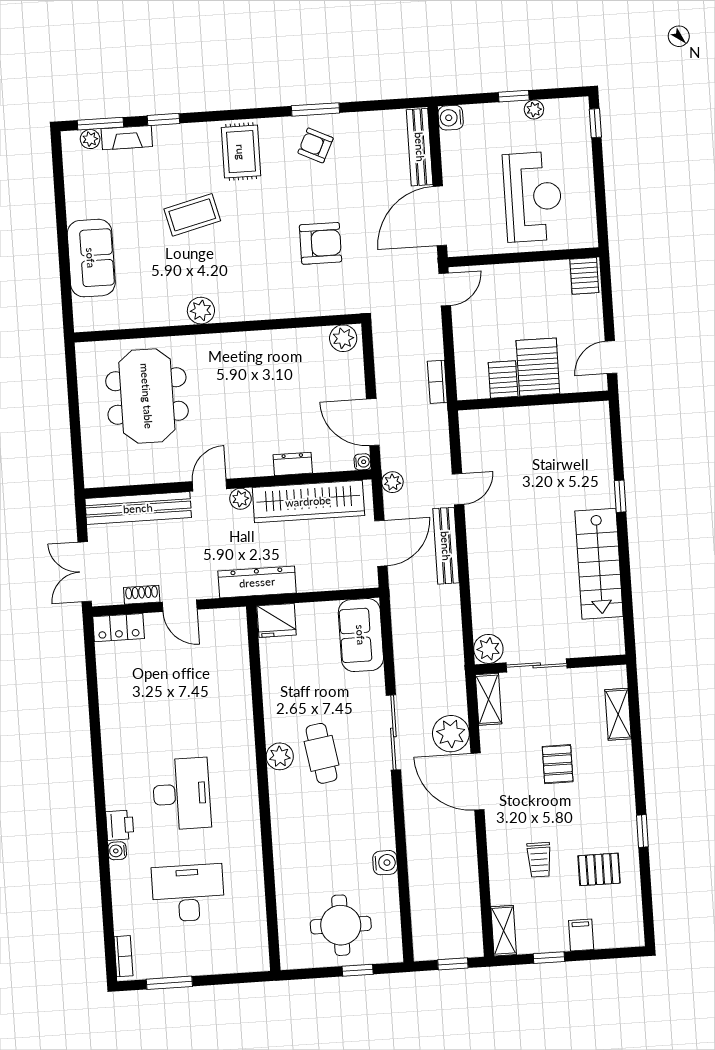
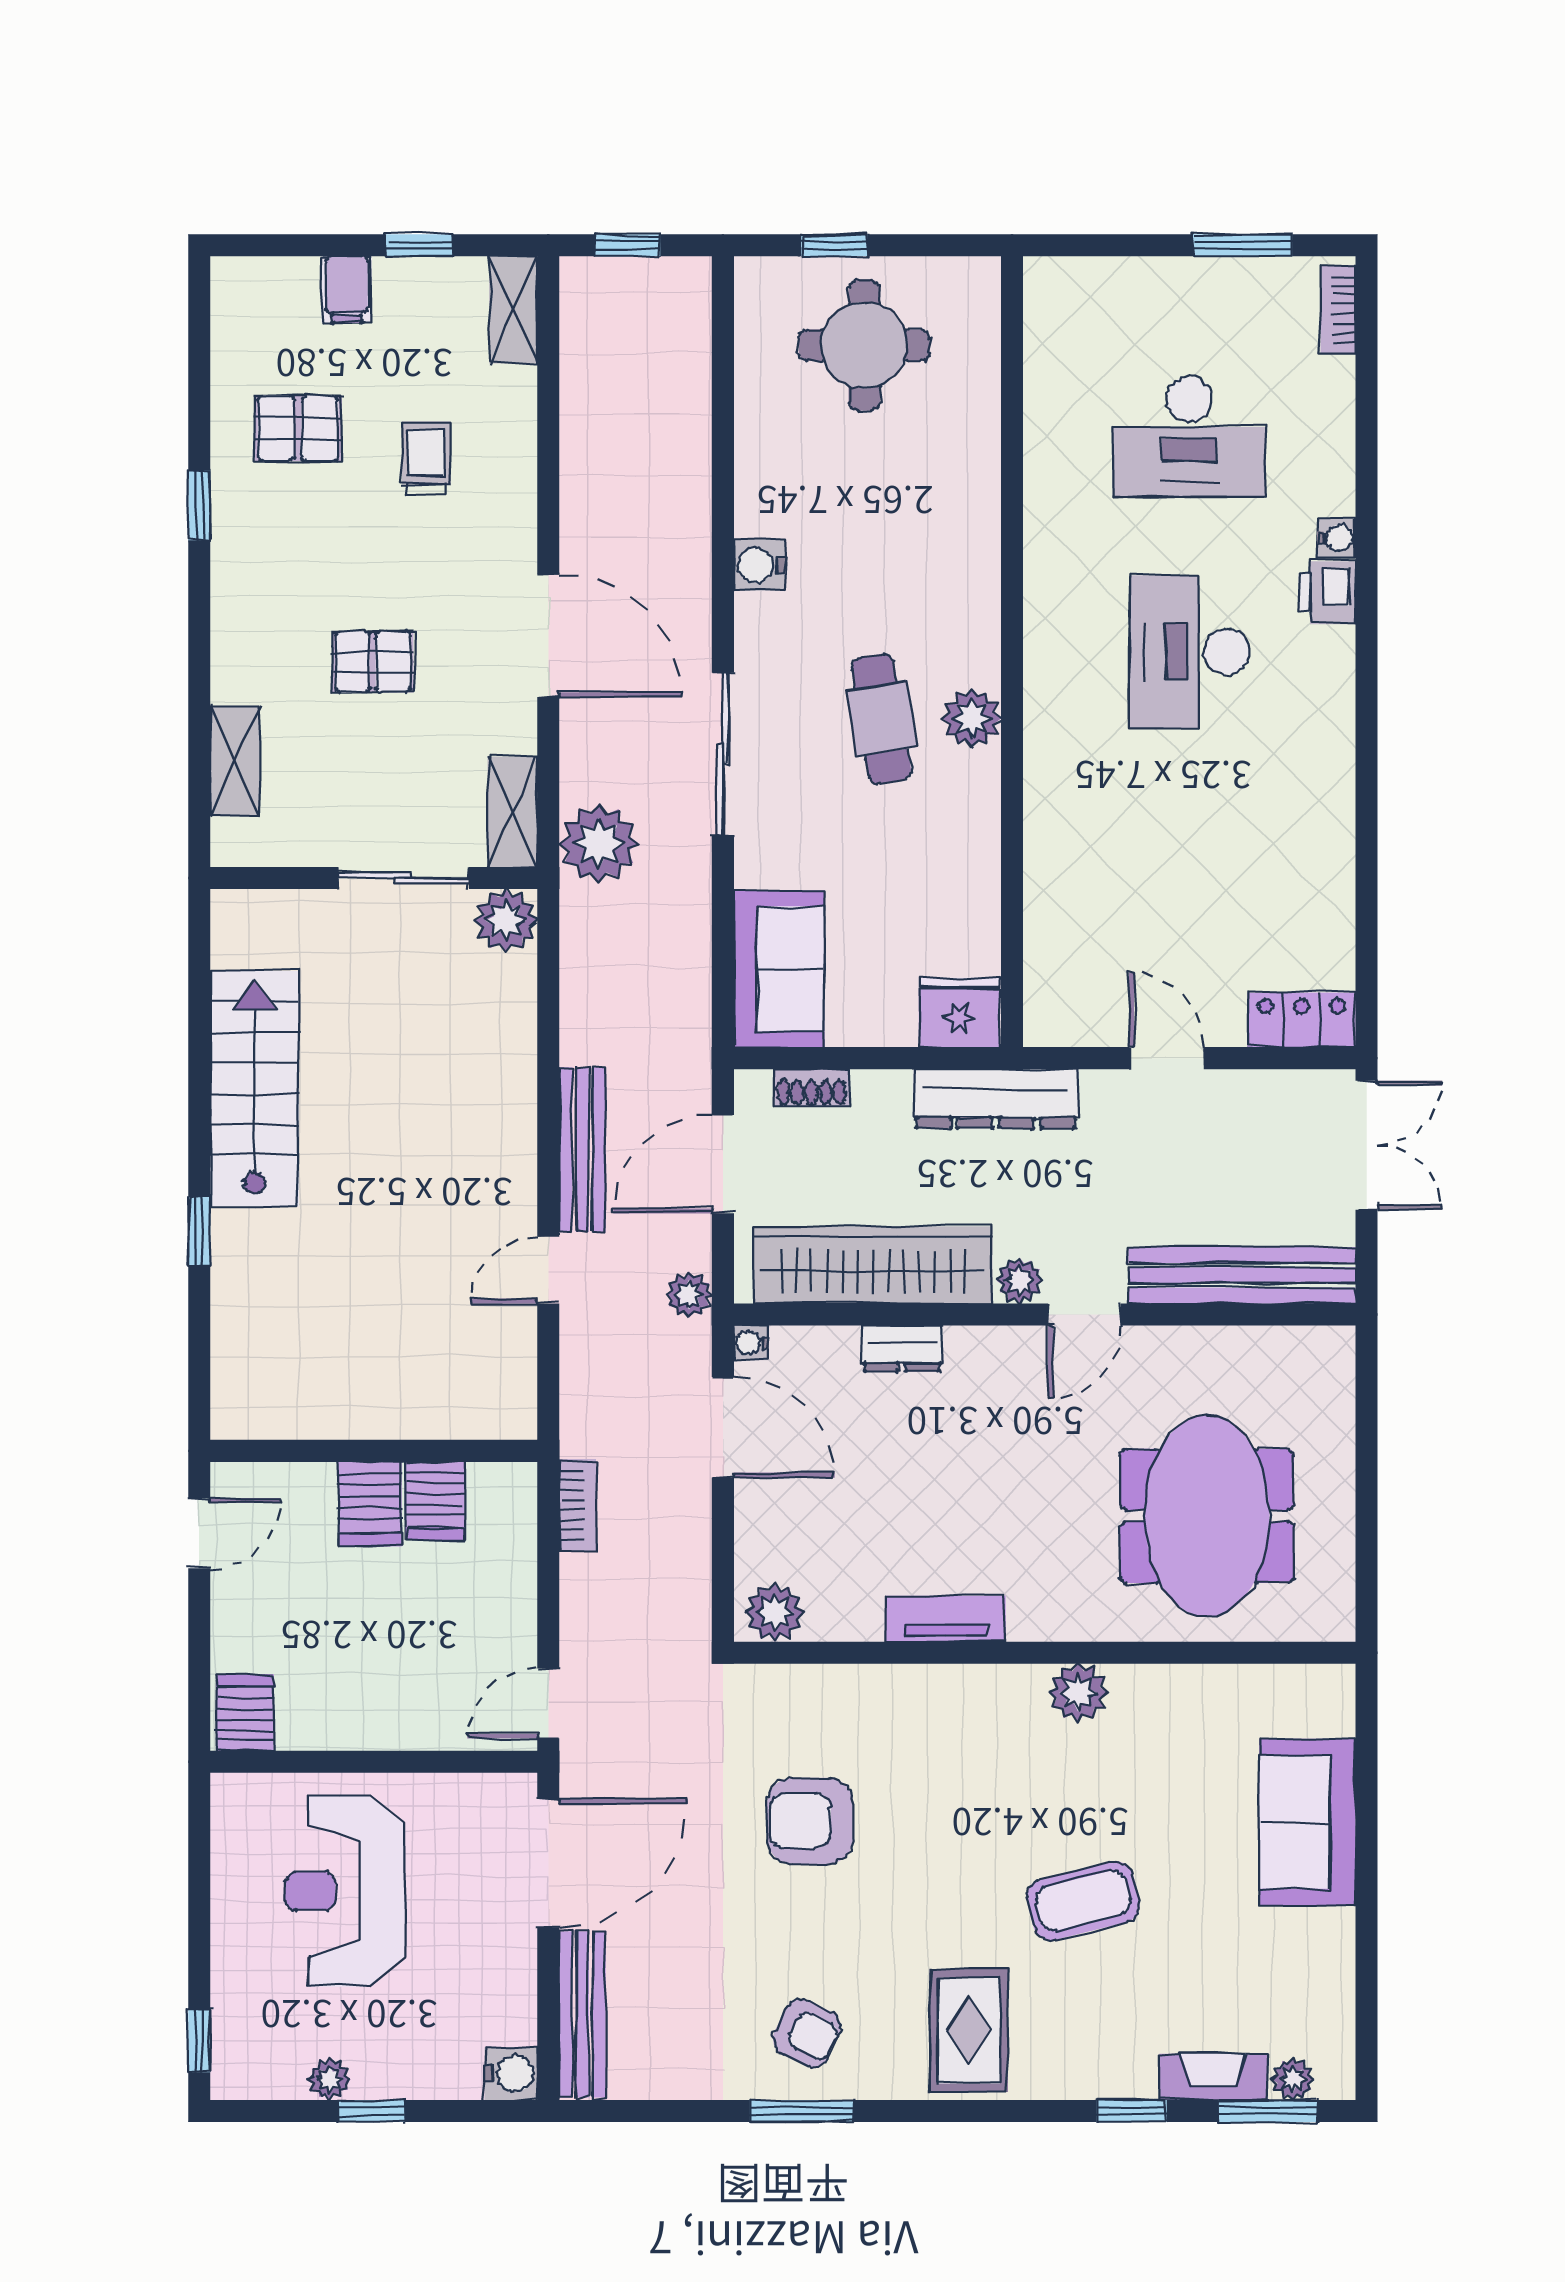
tv unit: (264, 341) -> (946, 1619), added
server rack: (538, 367) -> (370, 1504), width x0.73, depth x0.70
shoe rack: (142, 595) -> (811, 1087), moved
plant: (451, 734) -> (599, 843), moved
pallet: (558, 764) -> (373, 662), turned 90
water cooler: (385, 863) -> (760, 565), moved

